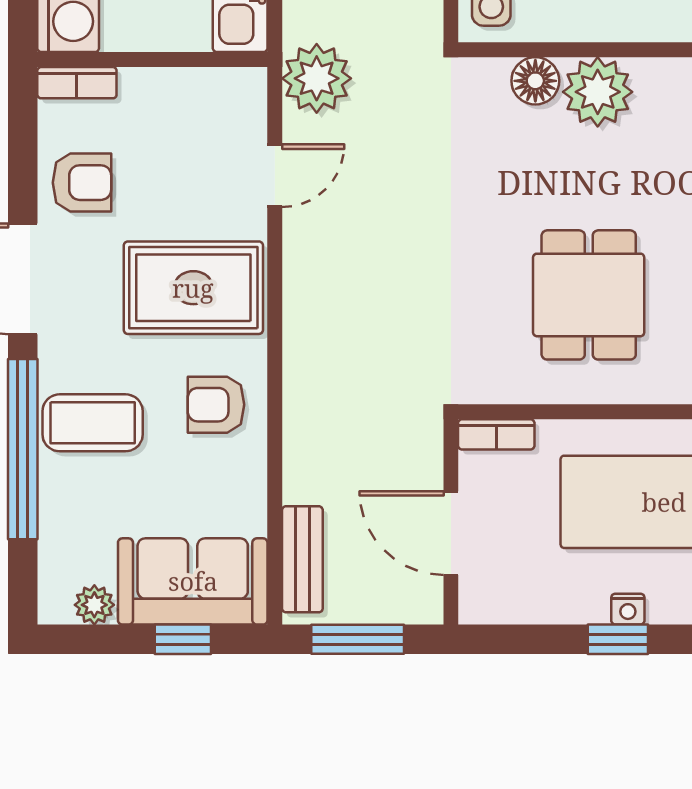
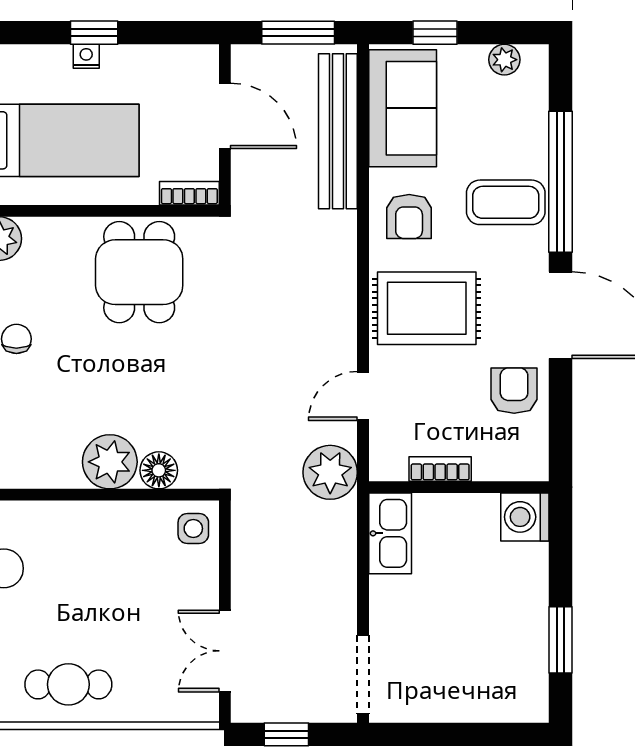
bookcase: (77, 83) -> (440, 469), moved
armchair: (82, 183) -> (514, 391), turned 90
dining table: (589, 295) -> (139, 272), moved
armchair: (216, 405) -> (409, 217), turned 90
bench: (302, 559) -> (338, 131), width x1.86, depth x1.21
sofa: (193, 581) -> (403, 108), moved, turned -90

